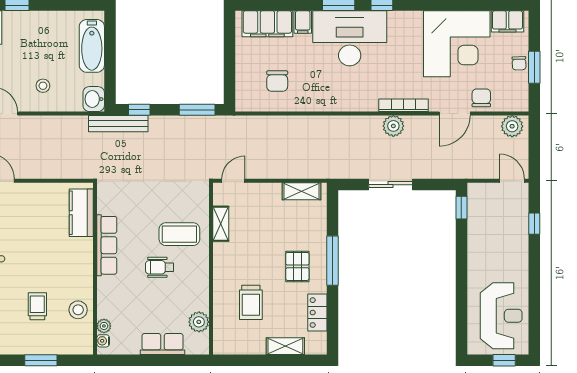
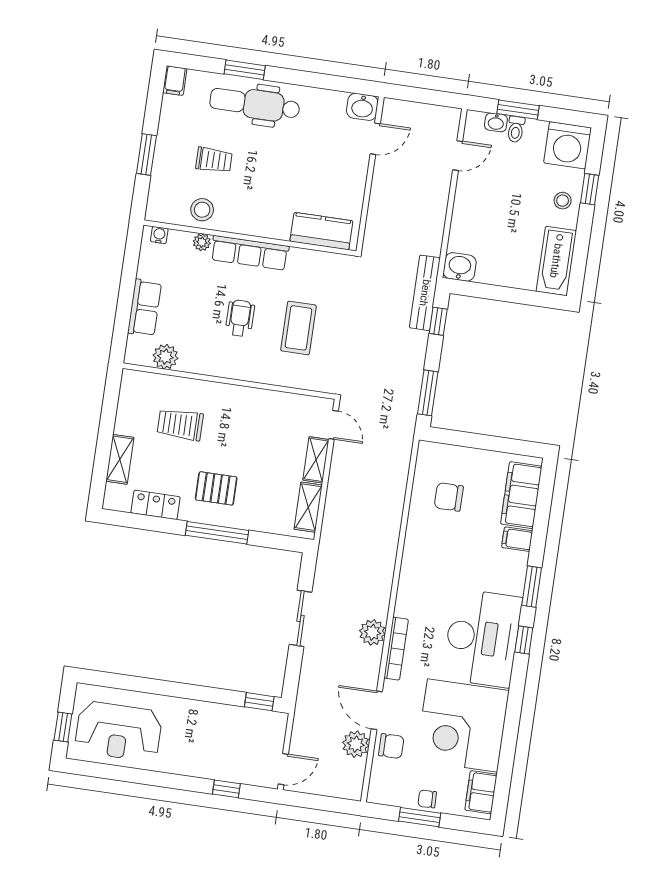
desk: (350, 38) -> (482, 638), moved
bathtub: (92, 46) -> (556, 261), moved, turned -90
stool: (43, 86) -> (563, 201), moved
plant: (512, 126) -> (356, 744), moved
shelving: (221, 224) -> (316, 460), moved, turned 90
coffee table: (179, 234) -> (298, 328), moved
row of seats: (107, 245) -> (250, 253), moved
plant: (104, 326) -> (202, 242), moved

